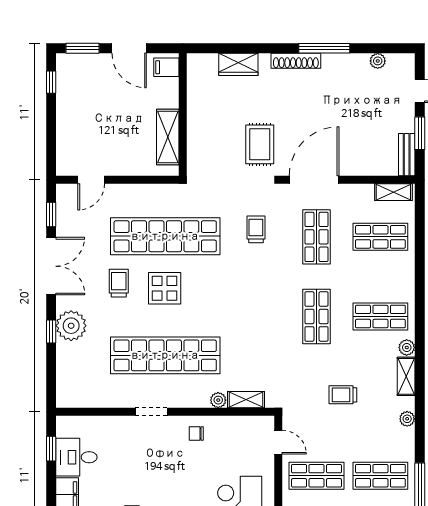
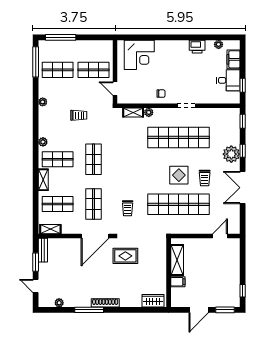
door: (129, 48) -> (199, 310), swing flipped
wardrobe: (238, 64) -> (153, 301), moved
filing cabinet: (166, 67) -> (178, 282), moved
rug: (260, 144) -> (125, 256), turned 90
window: (51, 215) -> (243, 121), moved
shelving: (406, 376) -> (43, 180), moved

